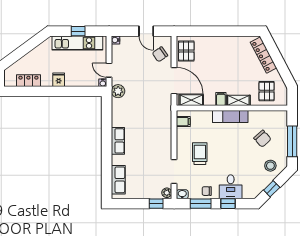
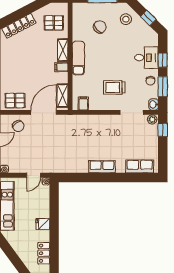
plant: (118, 91) -> (54, 167), removed

